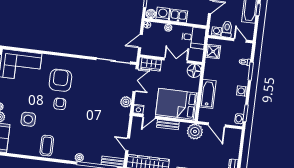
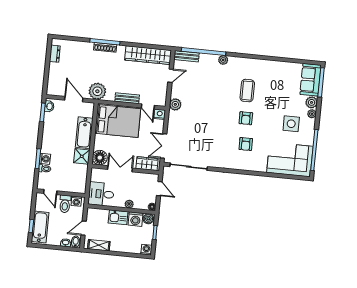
door: (140, 41) -> (159, 189), hinge flipped
shower: (213, 52) -> (82, 156), moved
double door: (176, 60) -> (120, 169), swing flipped
armchair: (60, 80) -> (246, 144), width x0.53, depth x0.53
washing machine: (242, 91) -> (45, 159), moved
plant: (126, 102) -> (175, 104), moved
door: (149, 116) -> (148, 107), swing flipped
side table: (28, 119) -> (291, 124), moved
door: (128, 144) -> (171, 76), hinge flipped
coffee table: (47, 146) -> (247, 91), moved

